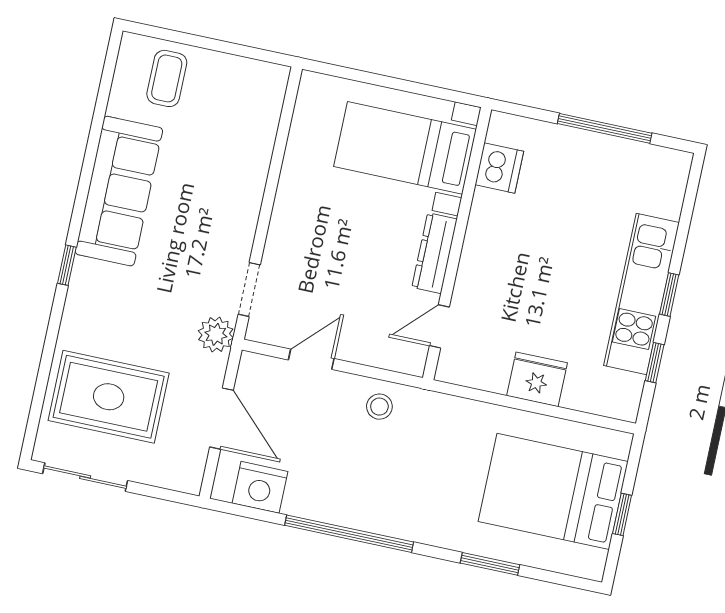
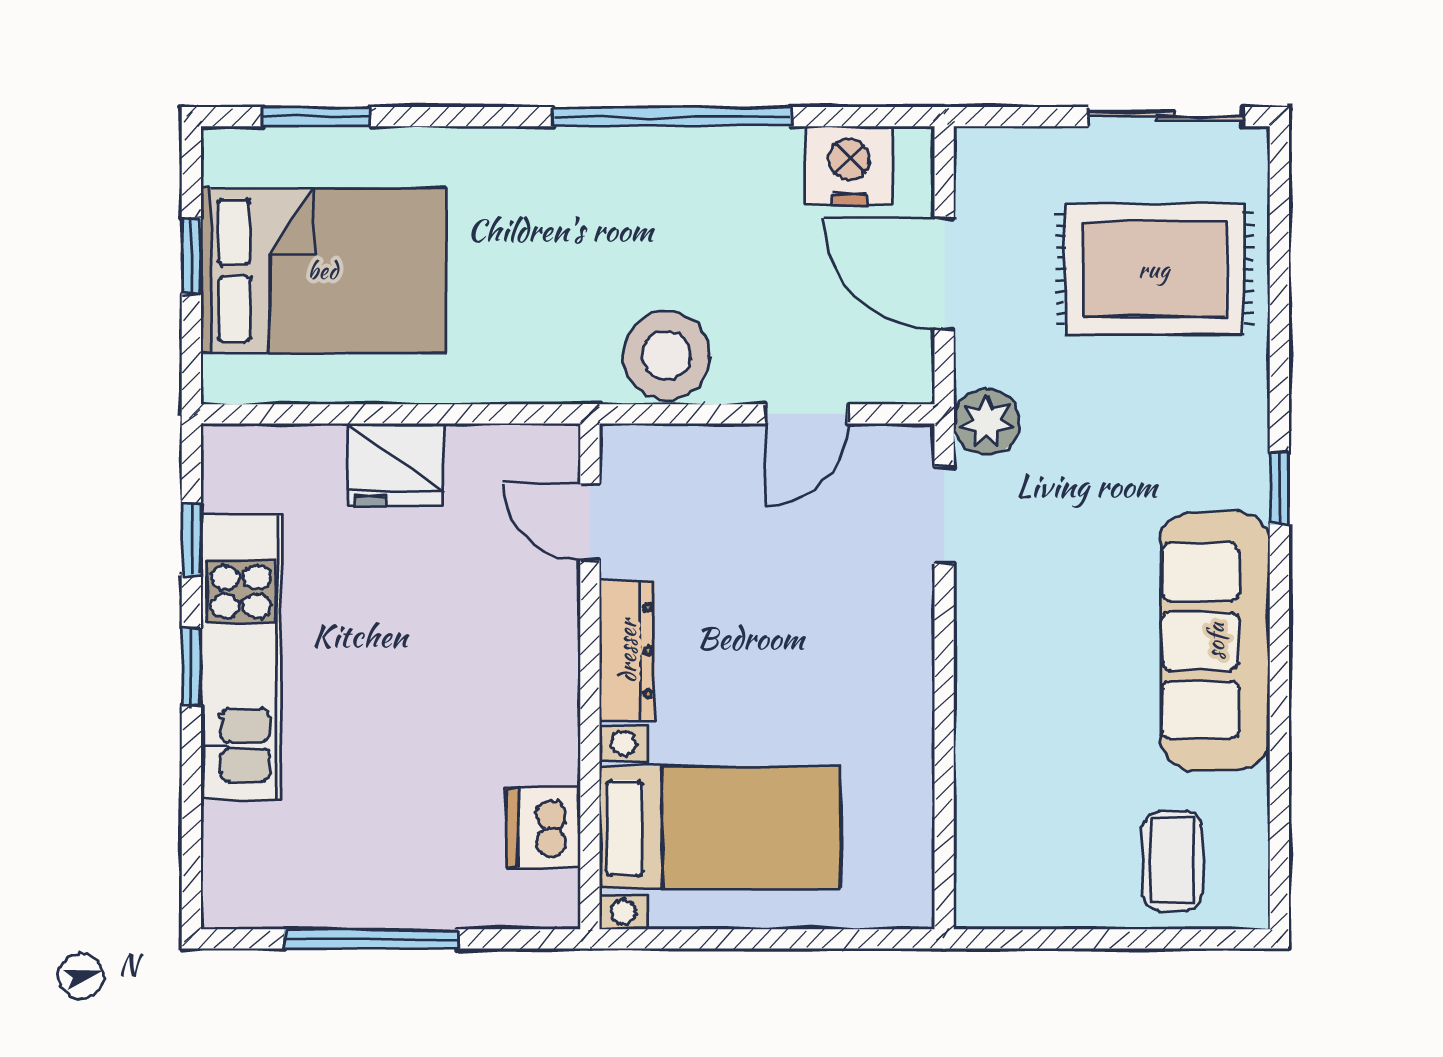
door: (439, 326) -> (590, 522), swing flipped
stool: (379, 407) -> (667, 355), width x1.89, depth x1.89
window: (490, 564) -> (316, 117), moved

